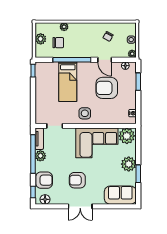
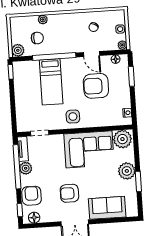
plant: (41, 39) -> (18, 50), moved
armchair: (44, 180) -> (32, 196), turned -90
sofa: (120, 195) -> (107, 208), moved

